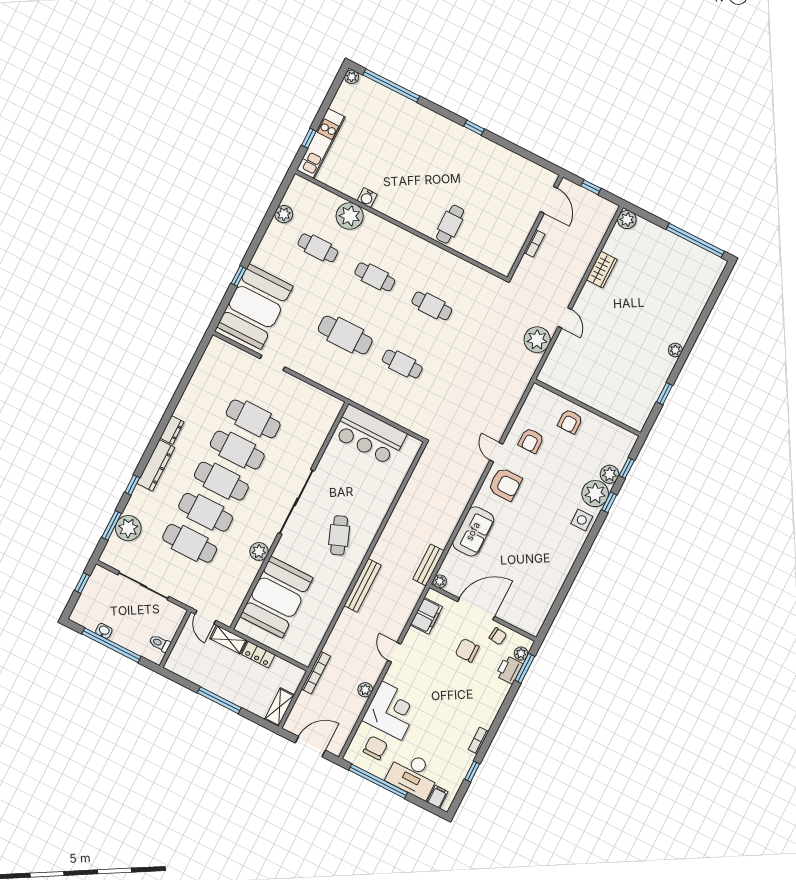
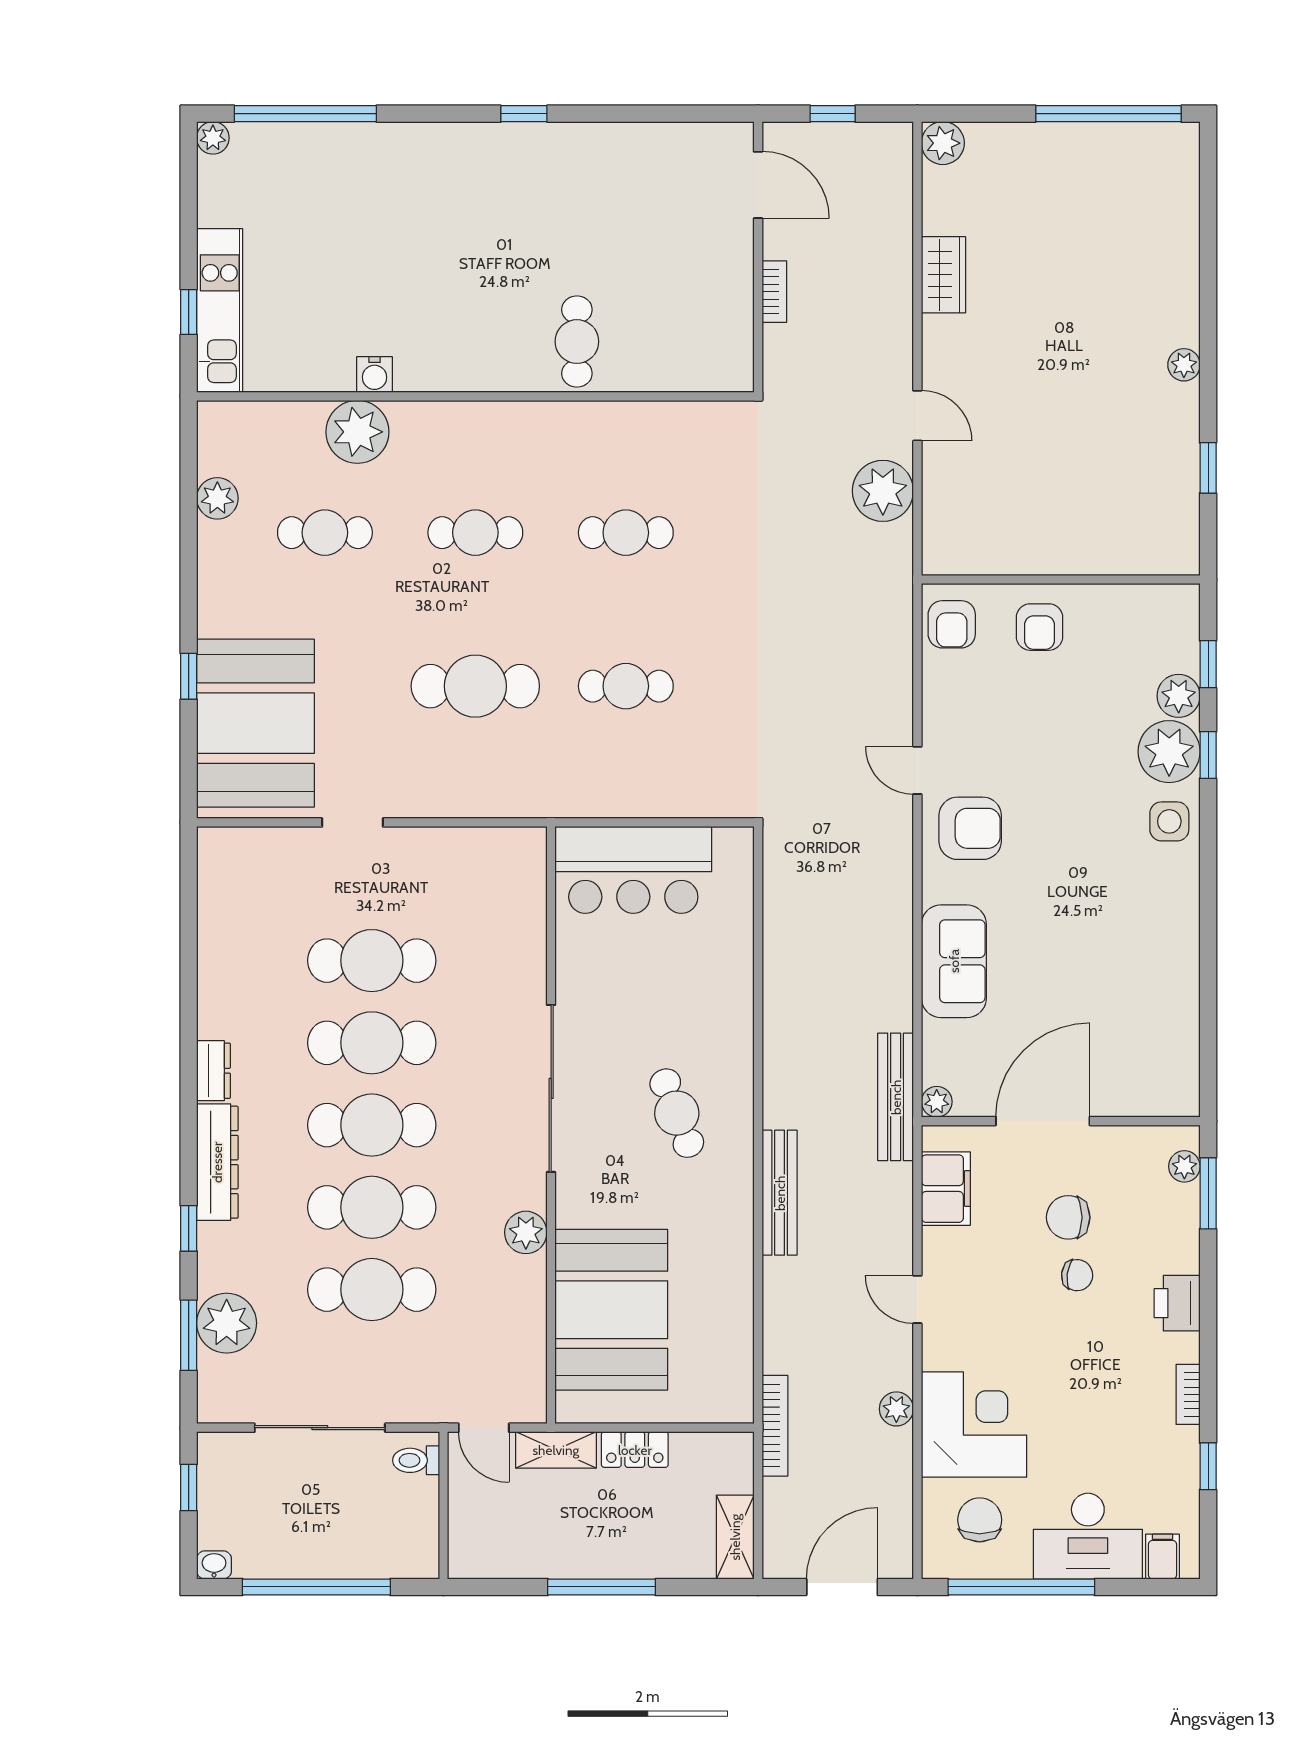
armchair: (531, 440) -> (952, 624), moved
bench: (428, 565) -> (896, 1097), width x1.36
washbasin: (104, 631) -> (214, 1565), moved
chair: (498, 636) -> (1077, 1275), moved
toilet: (160, 643) -> (416, 1460), moved
printer: (509, 670) -> (1177, 1303), moved

